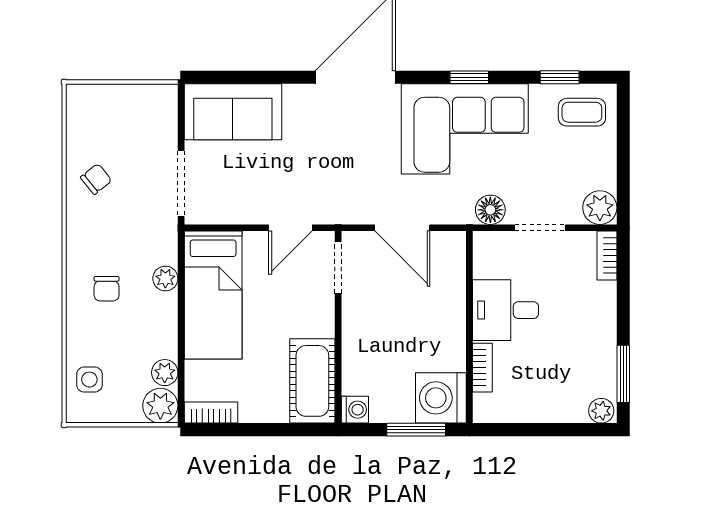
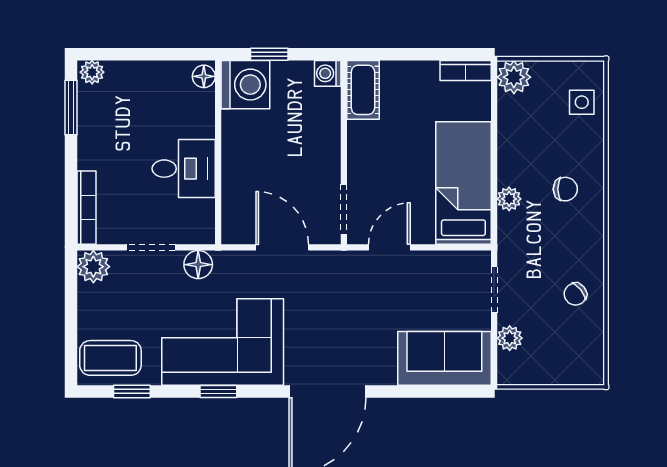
coffee table: (582, 112) -> (110, 358), width x1.36, depth x1.30
doorway: (181, 184) -> (494, 290), width x0.73
bookcase: (607, 256) -> (87, 208), width x1.56
chair: (107, 289) -> (565, 189), turned 90
bookcase: (482, 368) -> (206, 114), removed
plant: (165, 373) -> (510, 338), moved
cot: (312, 381) -> (363, 90), width x0.73, depth x0.75
floor lamp: (484, 406) -> (204, 76), added
window: (416, 430) -> (269, 54), width x0.67

